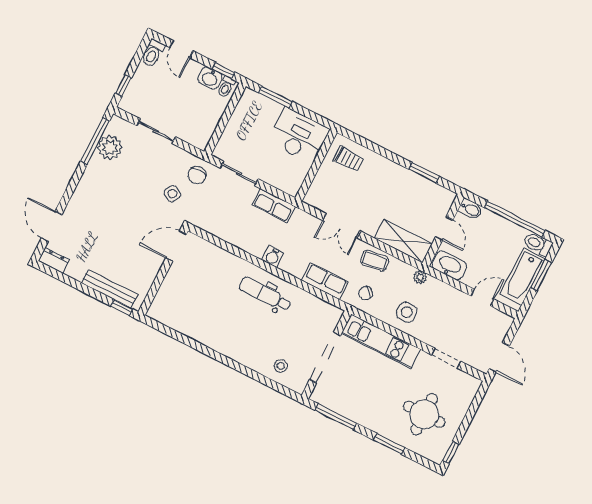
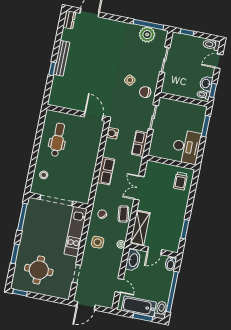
door: (176, 246) -> (94, 116), moved
water cooler: (273, 257) -> (112, 133), moved
wall: (163, 271) -> (76, 113), moved
row of seats: (325, 281) -> (106, 171), moved
dental chair: (265, 294) -> (58, 140), moved

